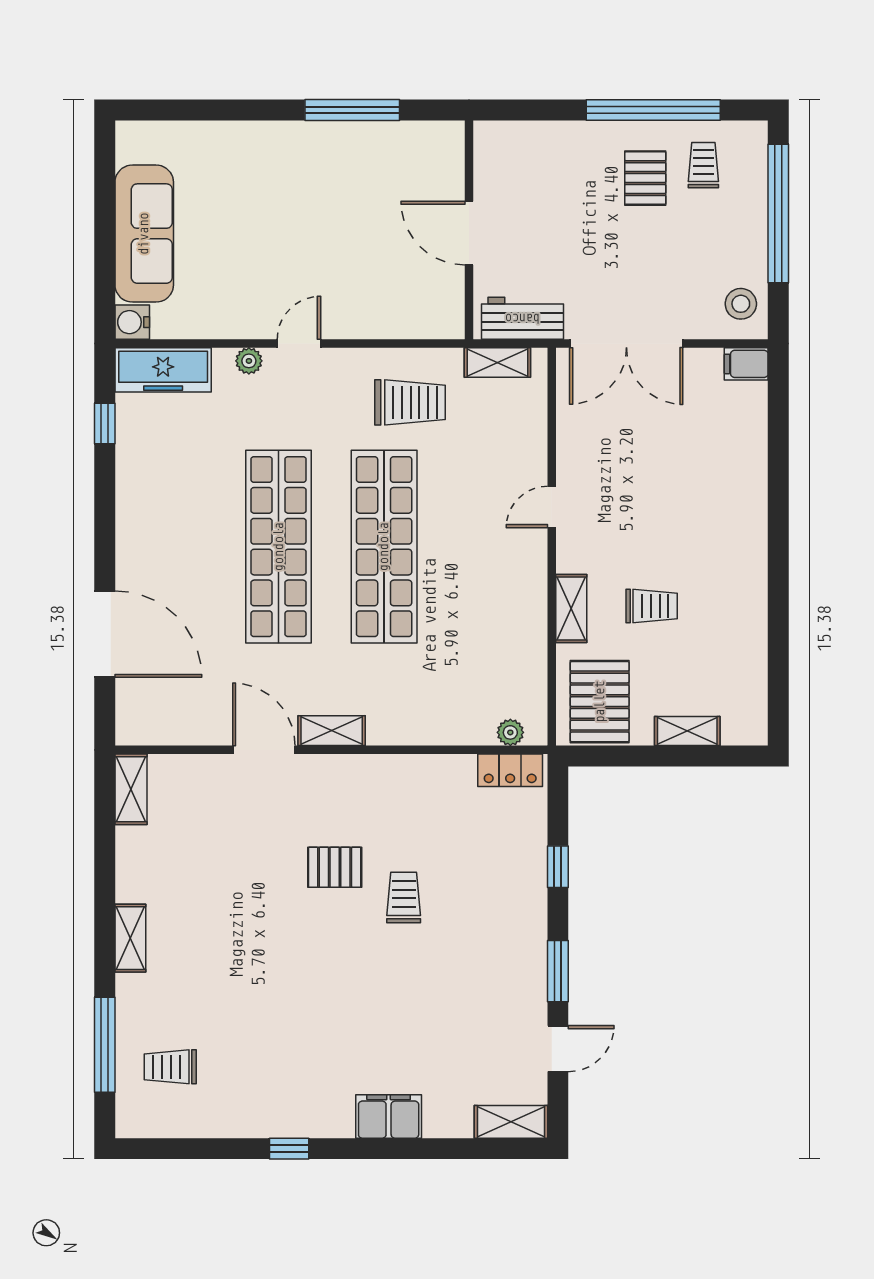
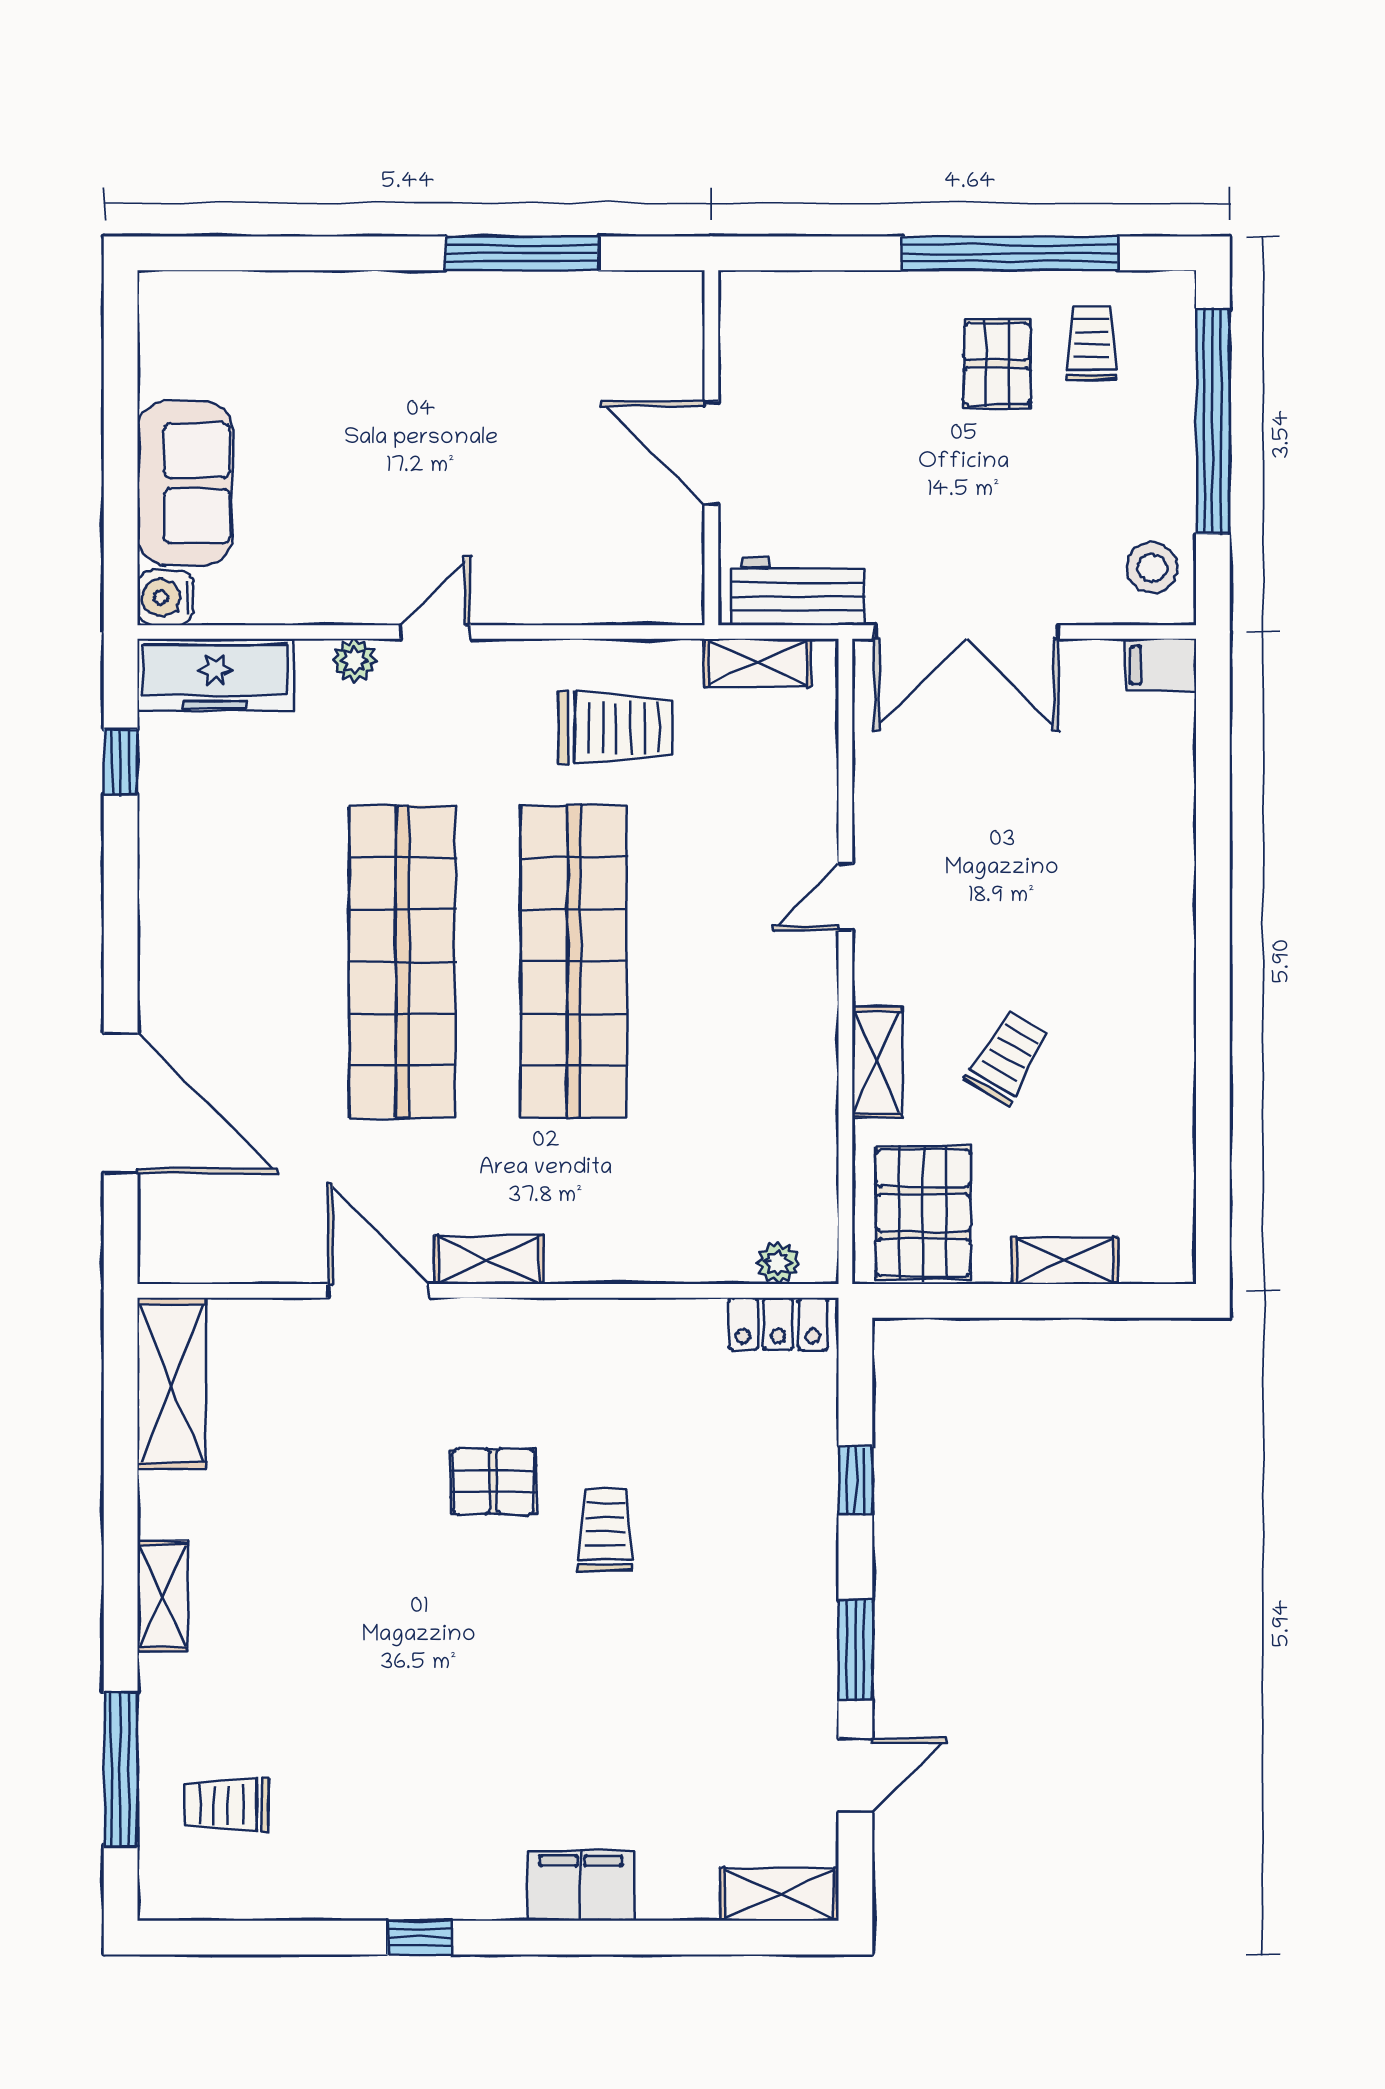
sofa: (144, 234) -> (185, 483), width x0.73
trolley: (652, 606) -> (1007, 1058), turned -59
shelving: (131, 789) -> (172, 1383), width x1.50, depth x1.33

